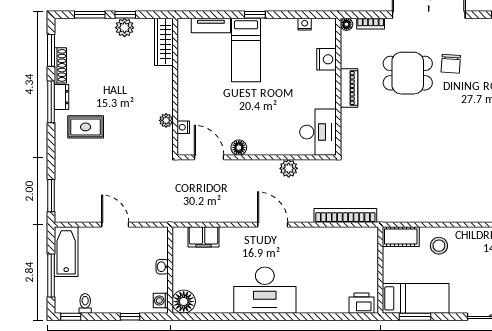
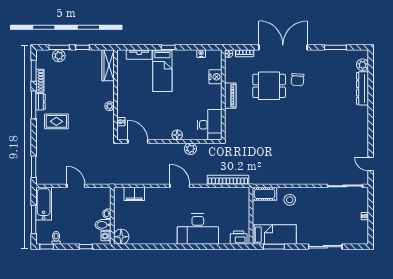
plant: (125, 28) -> (59, 56), moved
plant: (166, 120) -> (110, 106), moved
floor lamp: (239, 148) -> (177, 135), moved
bidet: (156, 284) -> (103, 225), added
desk: (265, 290) -> (198, 229), moved

